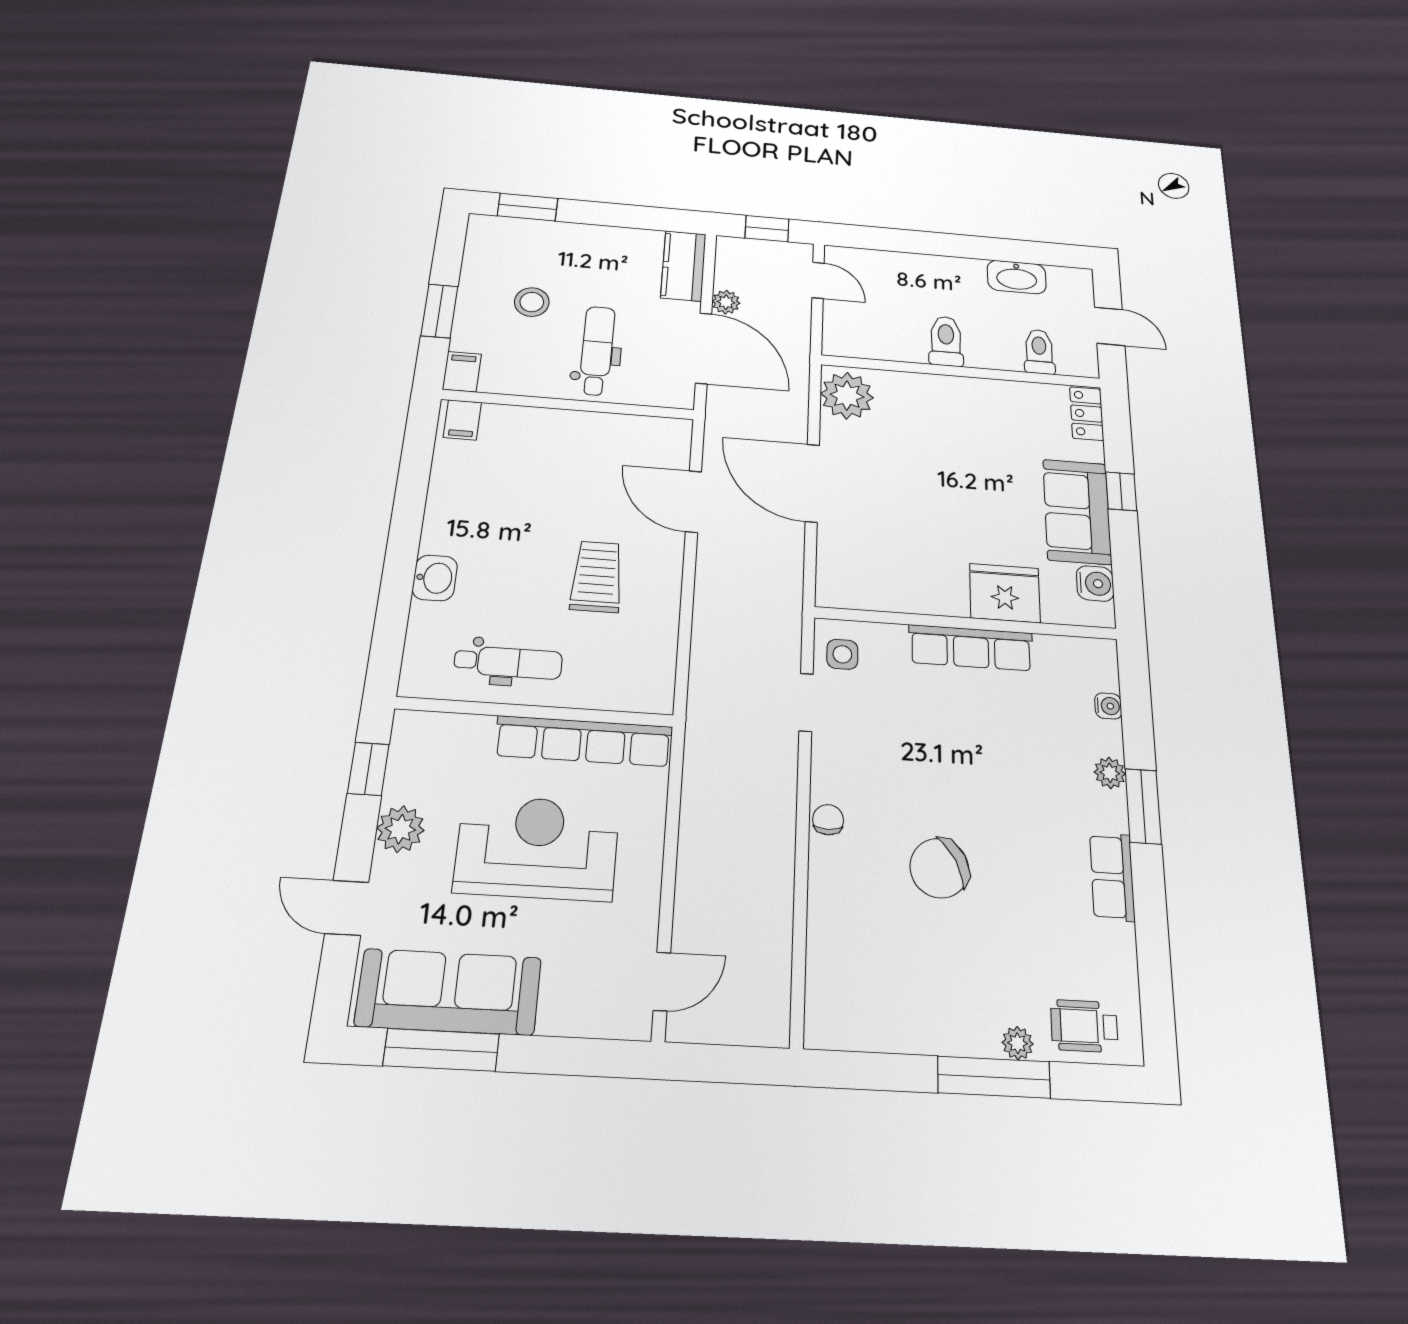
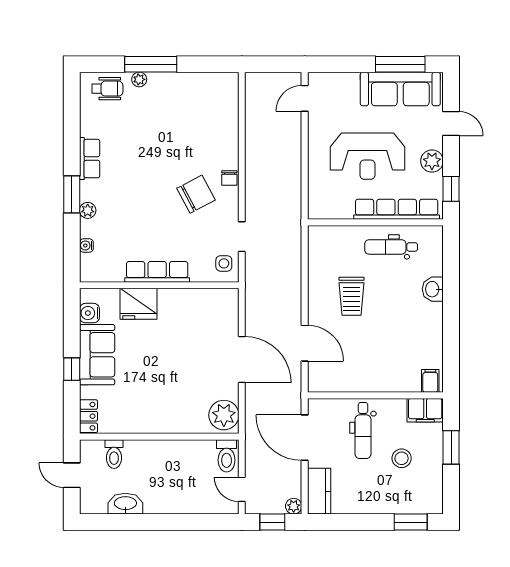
plant: (726, 302) -> (294, 506), moved
toilet: (946, 341) -> (227, 456), moved
filing cabinet: (462, 372) -> (425, 410), width x2.00
row of seats: (584, 741) -> (397, 209), moved
chair: (939, 868) -> (196, 194), moved

